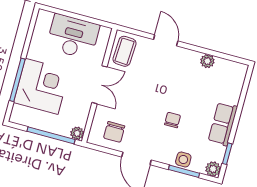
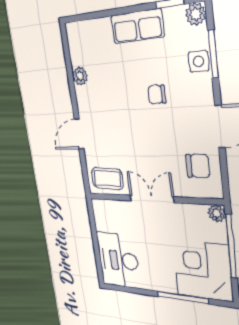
desk: (73, 37) -> (118, 260), moved
corner desk: (42, 86) -> (202, 271), moved

